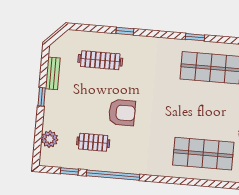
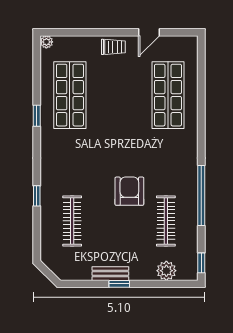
bench: (53, 73) -> (110, 274), moved
clothes rail: (93, 142) -> (166, 221), width x1.36
window: (69, 171) -> (201, 263), moved

